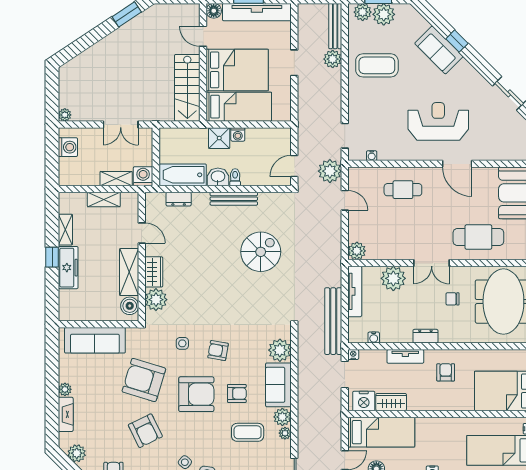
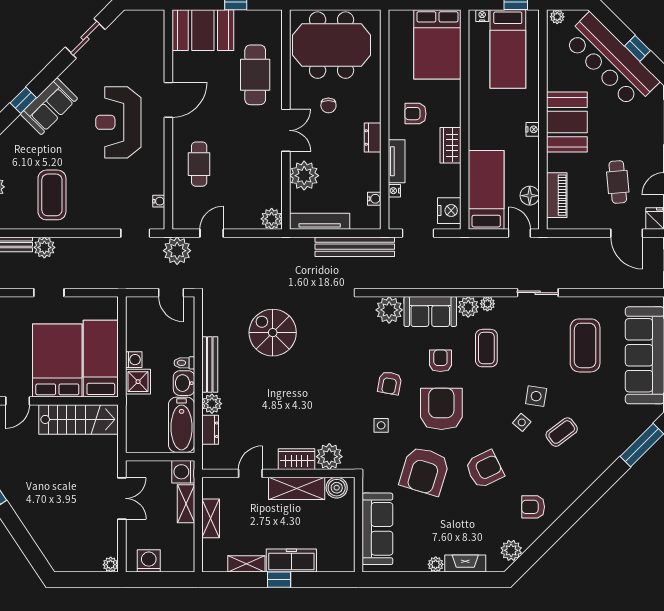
sofa: (439, 50) -> (49, 106), moved
plant: (201, 200) -> (212, 404), added
nightstand: (353, 355) -> (394, 191), moved
wardrobe: (391, 402) -> (451, 145), moved

